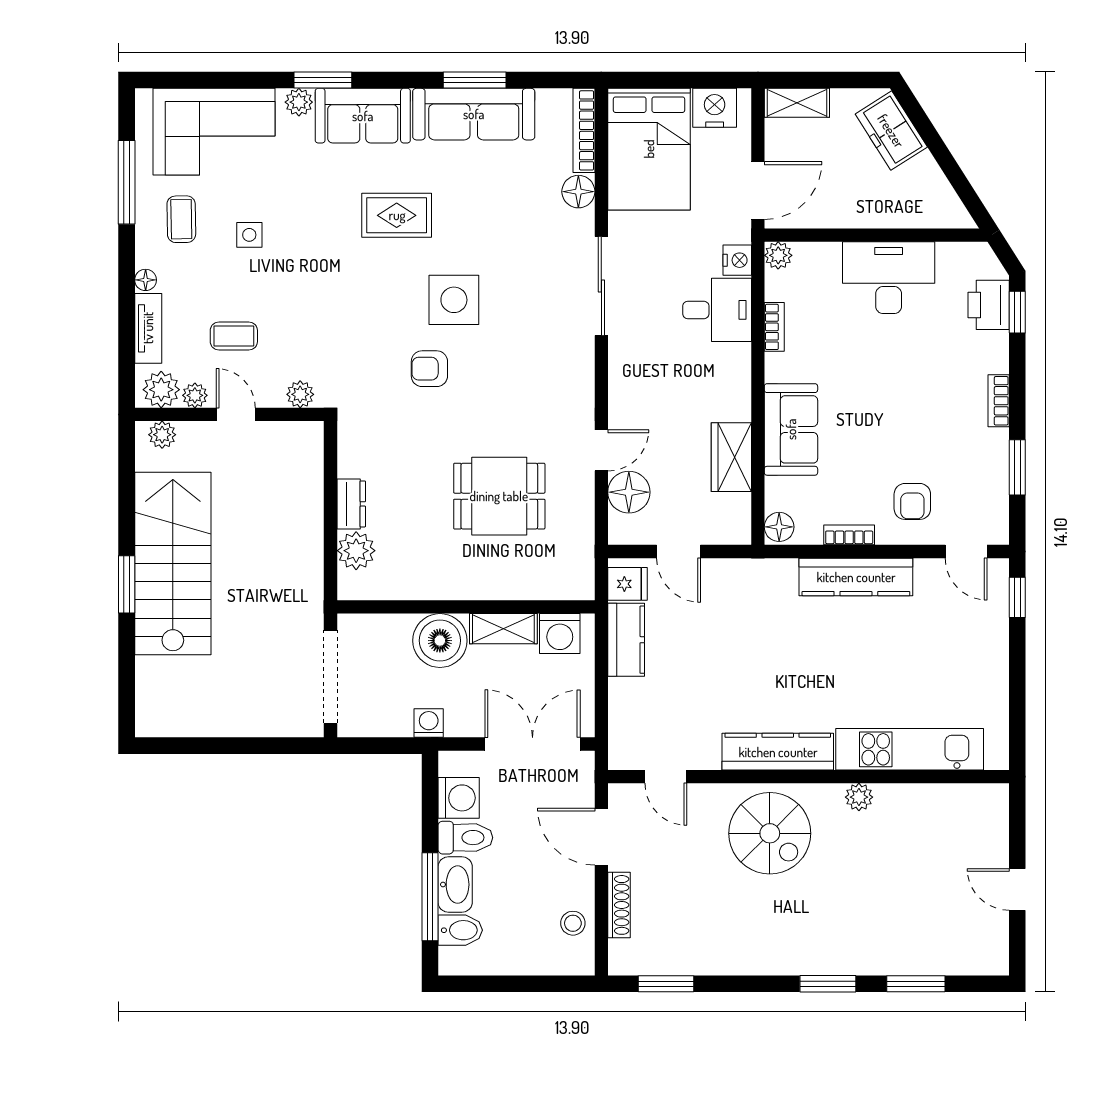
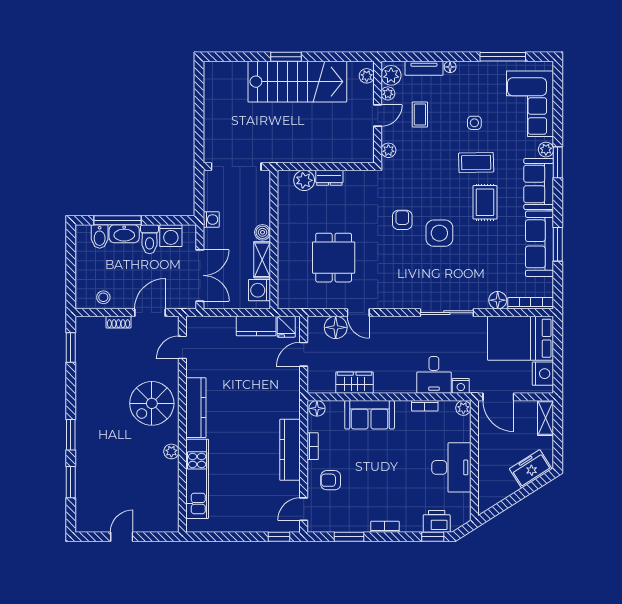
coffee table: (181, 219) -> (476, 163), moved, width x1.36, depth x1.30
boiler: (440, 641) -> (262, 232), width x0.54, depth x0.54
shoe rack: (619, 905) -> (119, 322), width x0.70

